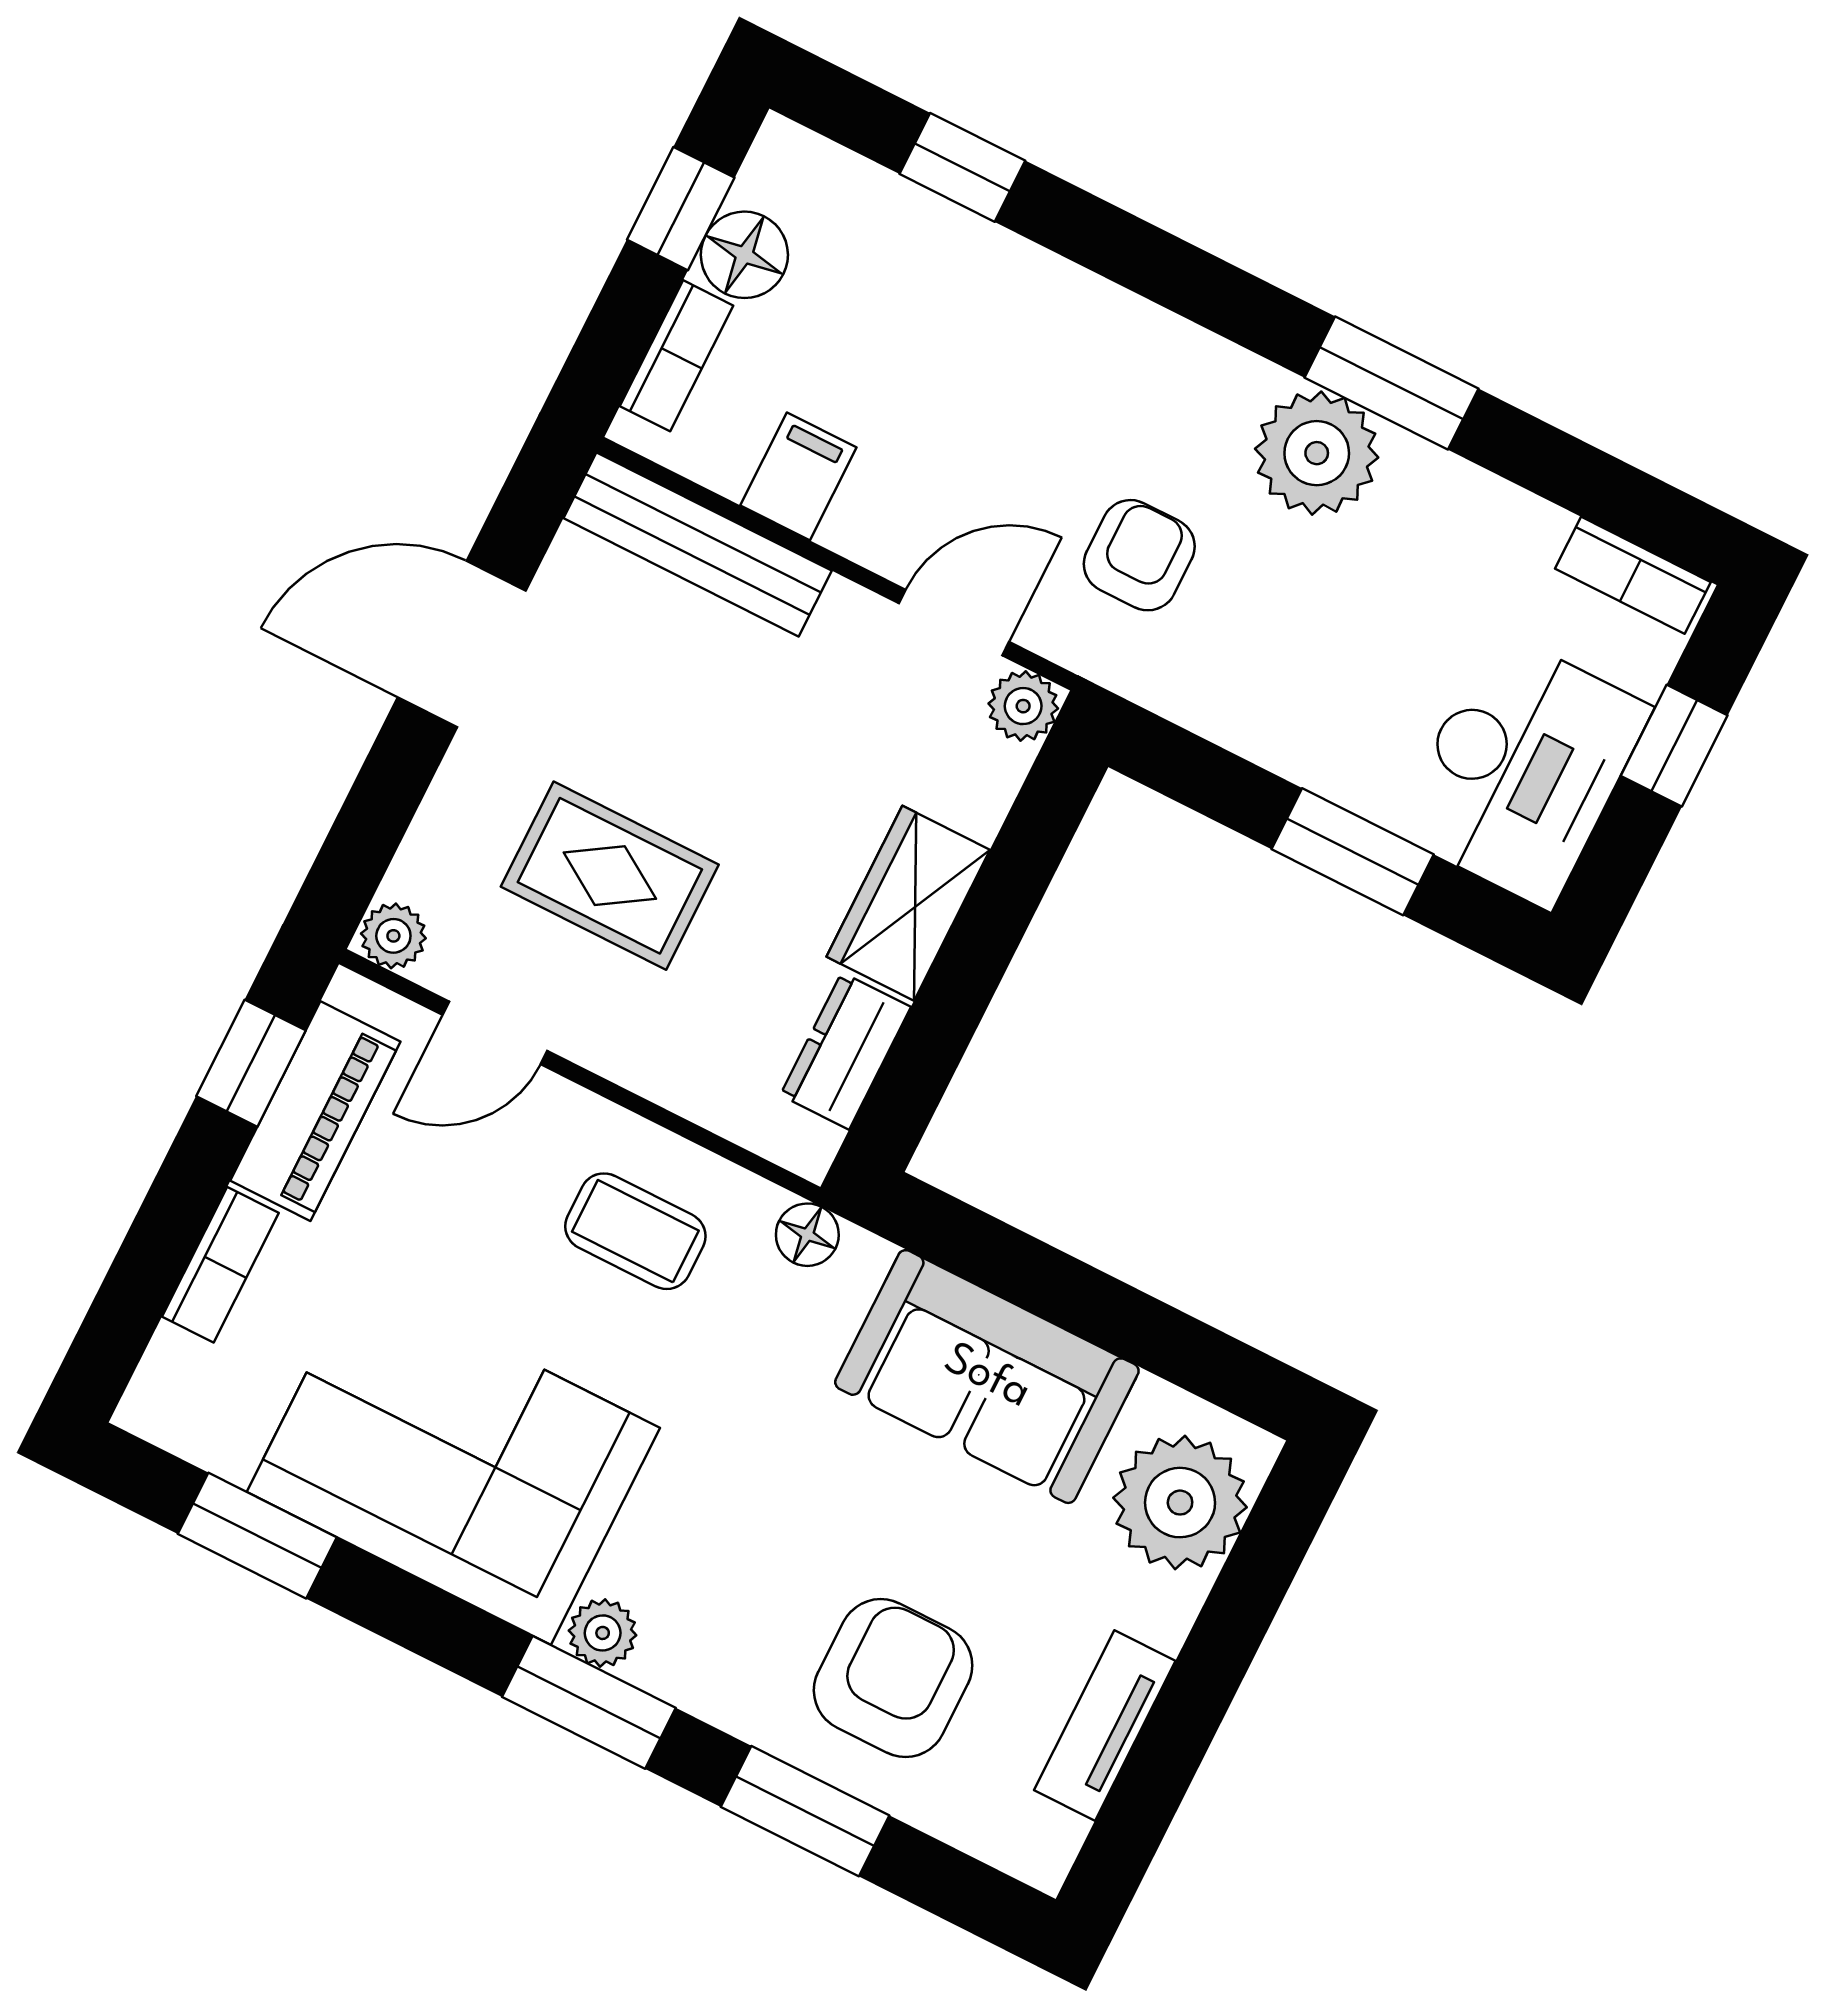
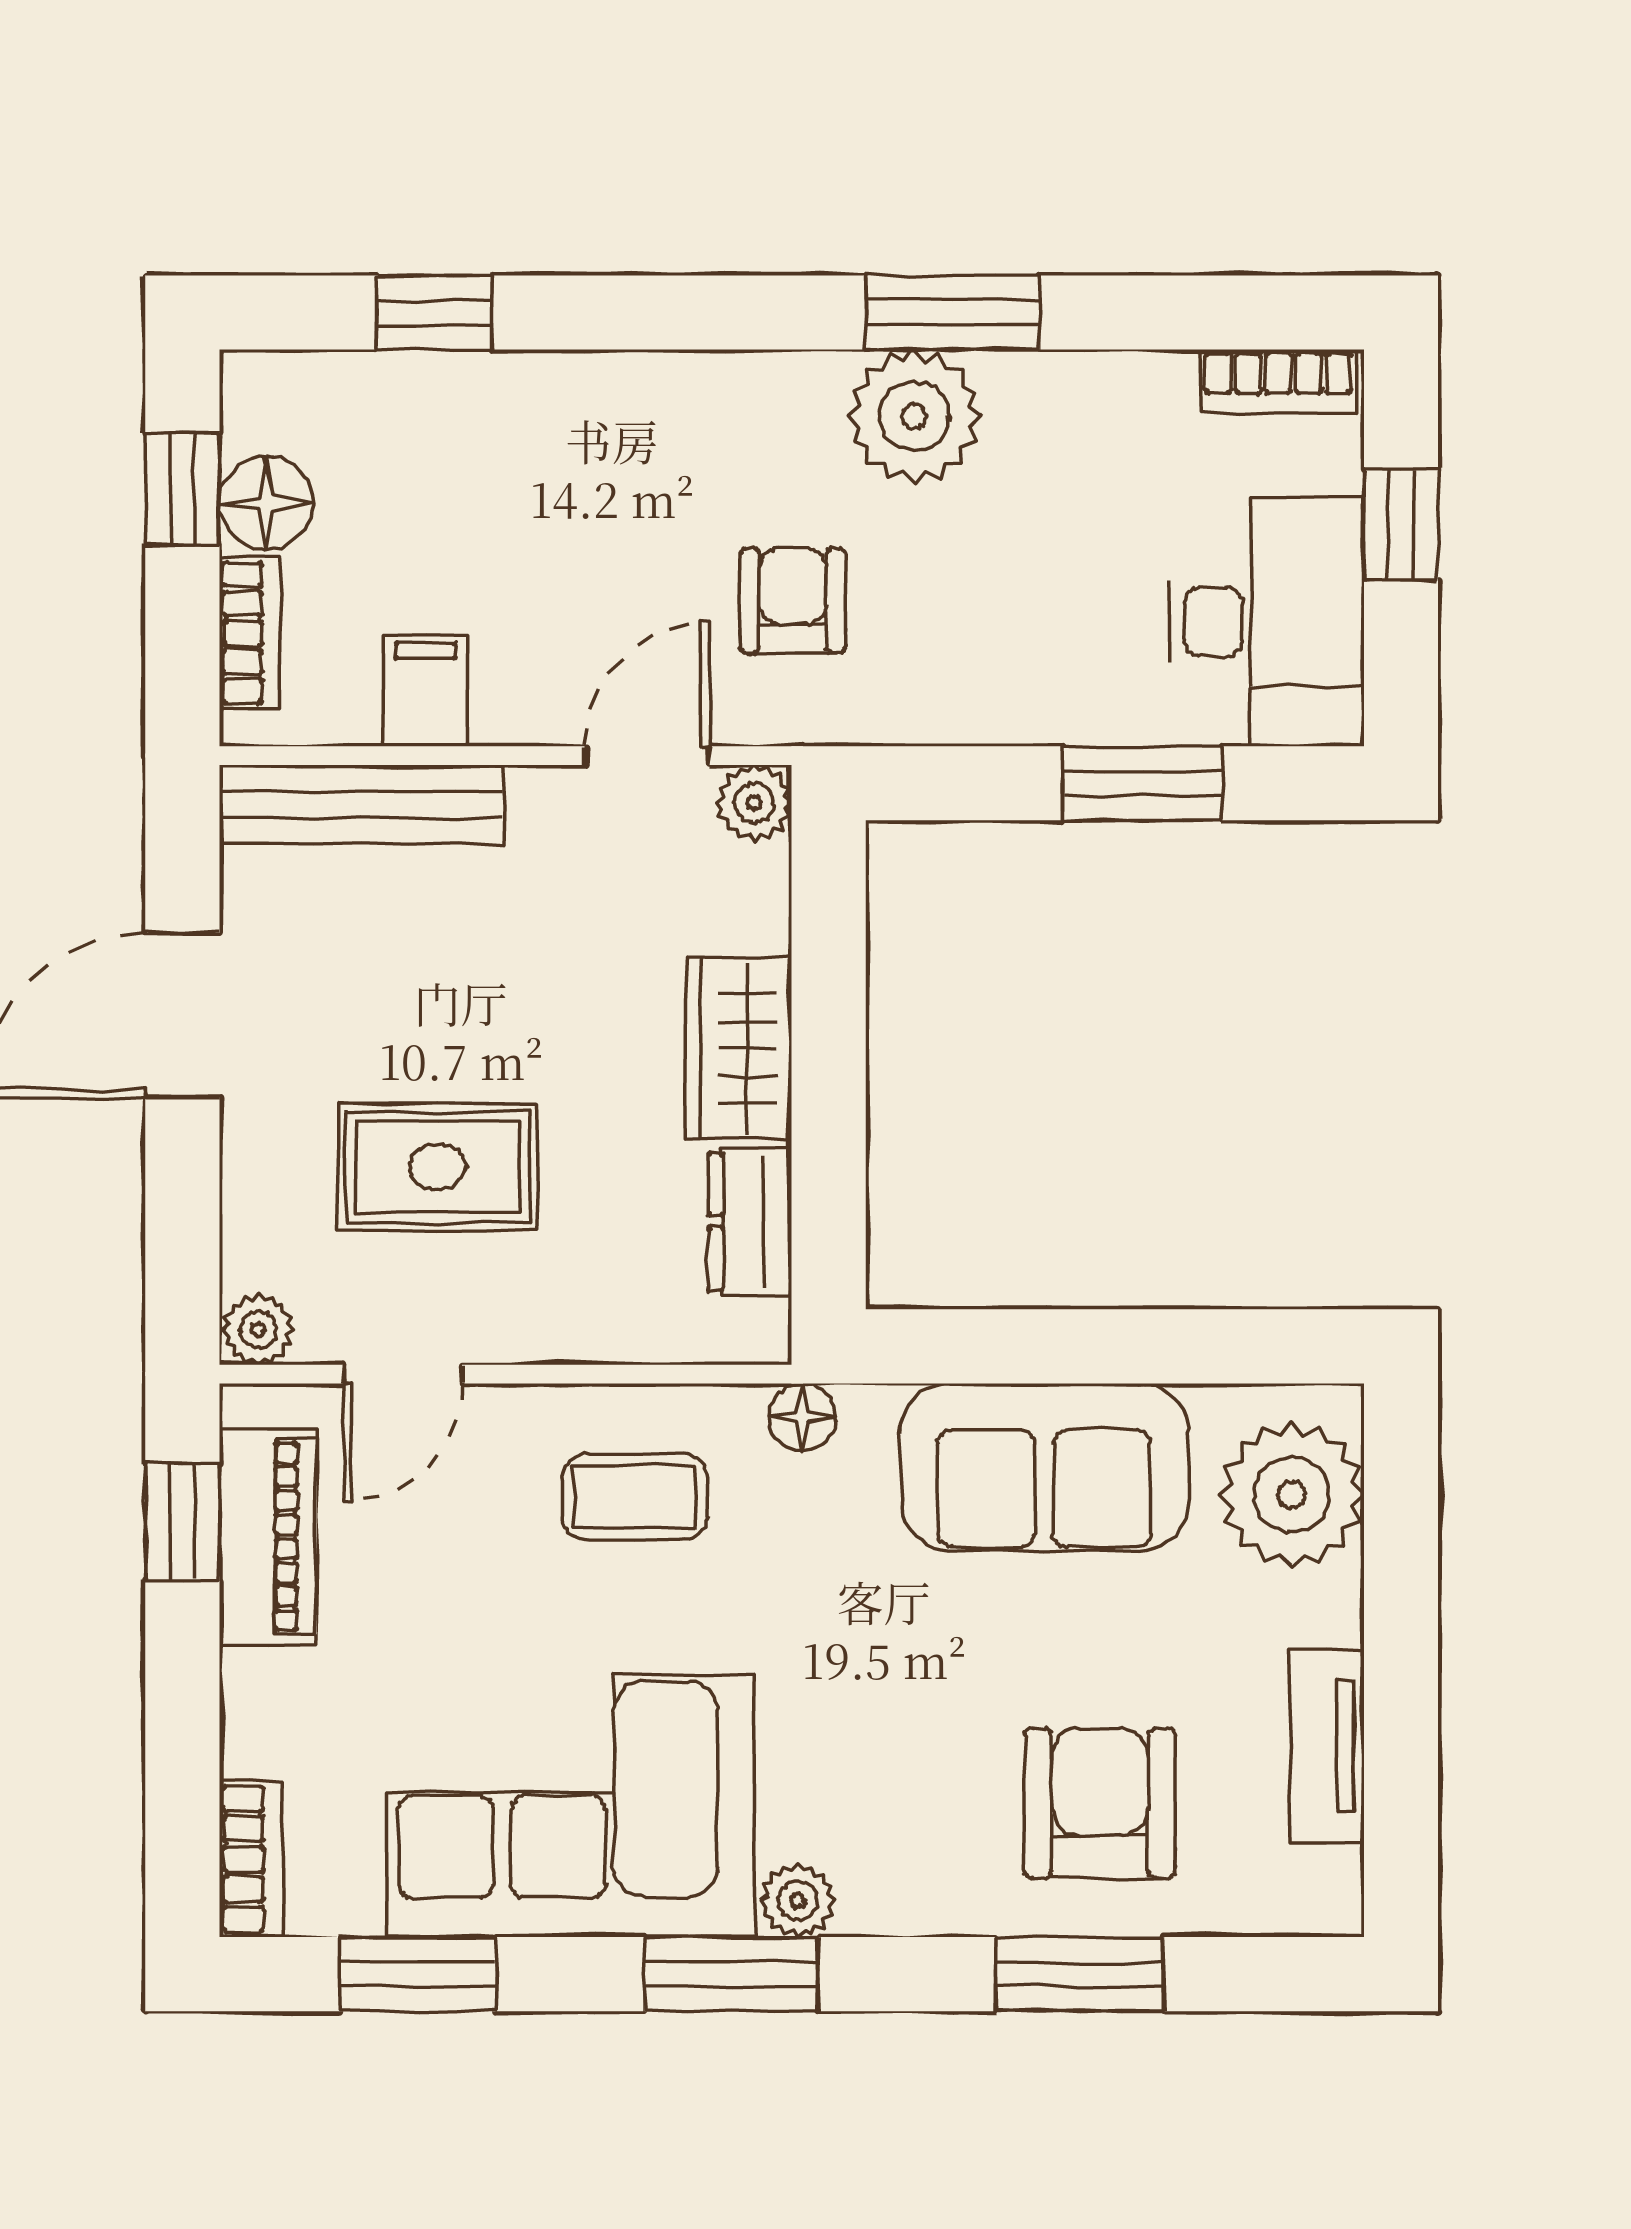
bookcase: (220, 1265) -> (251, 1859), moved
window: (589, 1702) -> (731, 1974), moved

